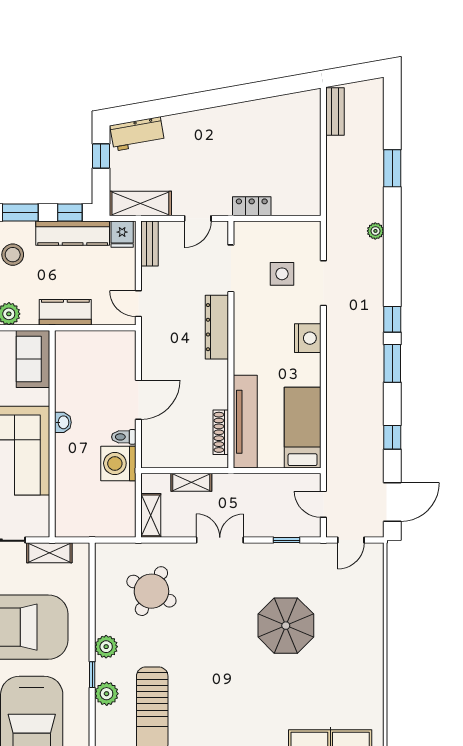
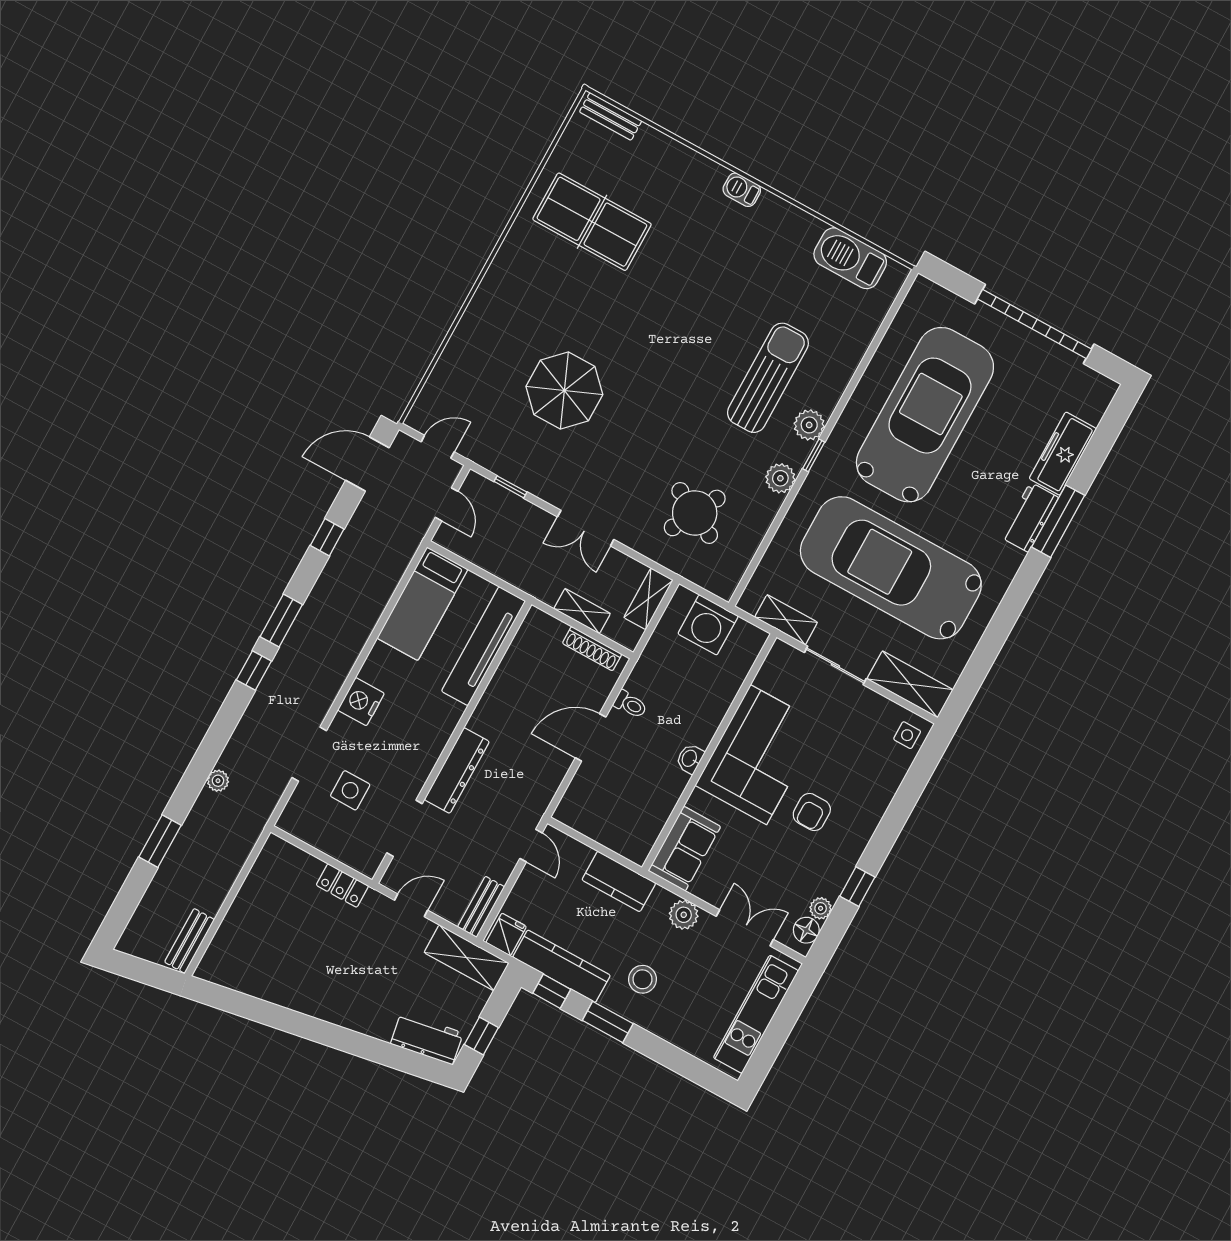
shoe rack: (221, 432) -> (592, 649), moved, turned 90
washing machine: (118, 463) -> (708, 625), moved, turned 90

